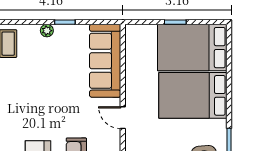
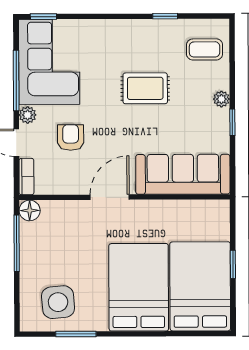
rug: (38, 90) -> (145, 88), added
door: (123, 118) -> (110, 197), width x1.38

